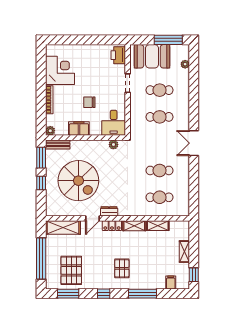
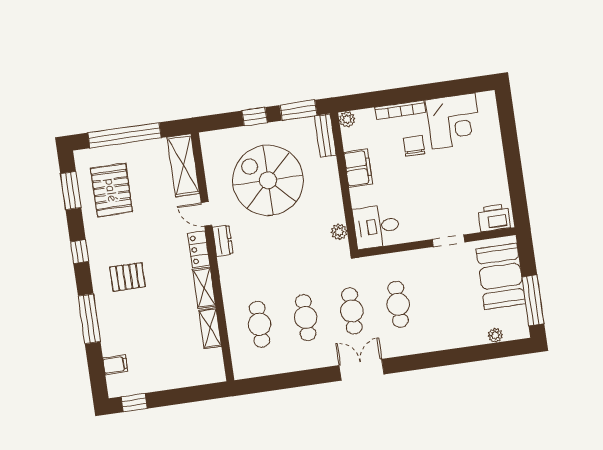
cafe table: (160, 90) -> (352, 311), moved
chair: (89, 102) -> (414, 146), moved
spiral stairs: (78, 181) -> (268, 180), turned 90
shelving: (184, 252) -> (172, 381), removed
pallet: (71, 270) -> (111, 190), turned 90

